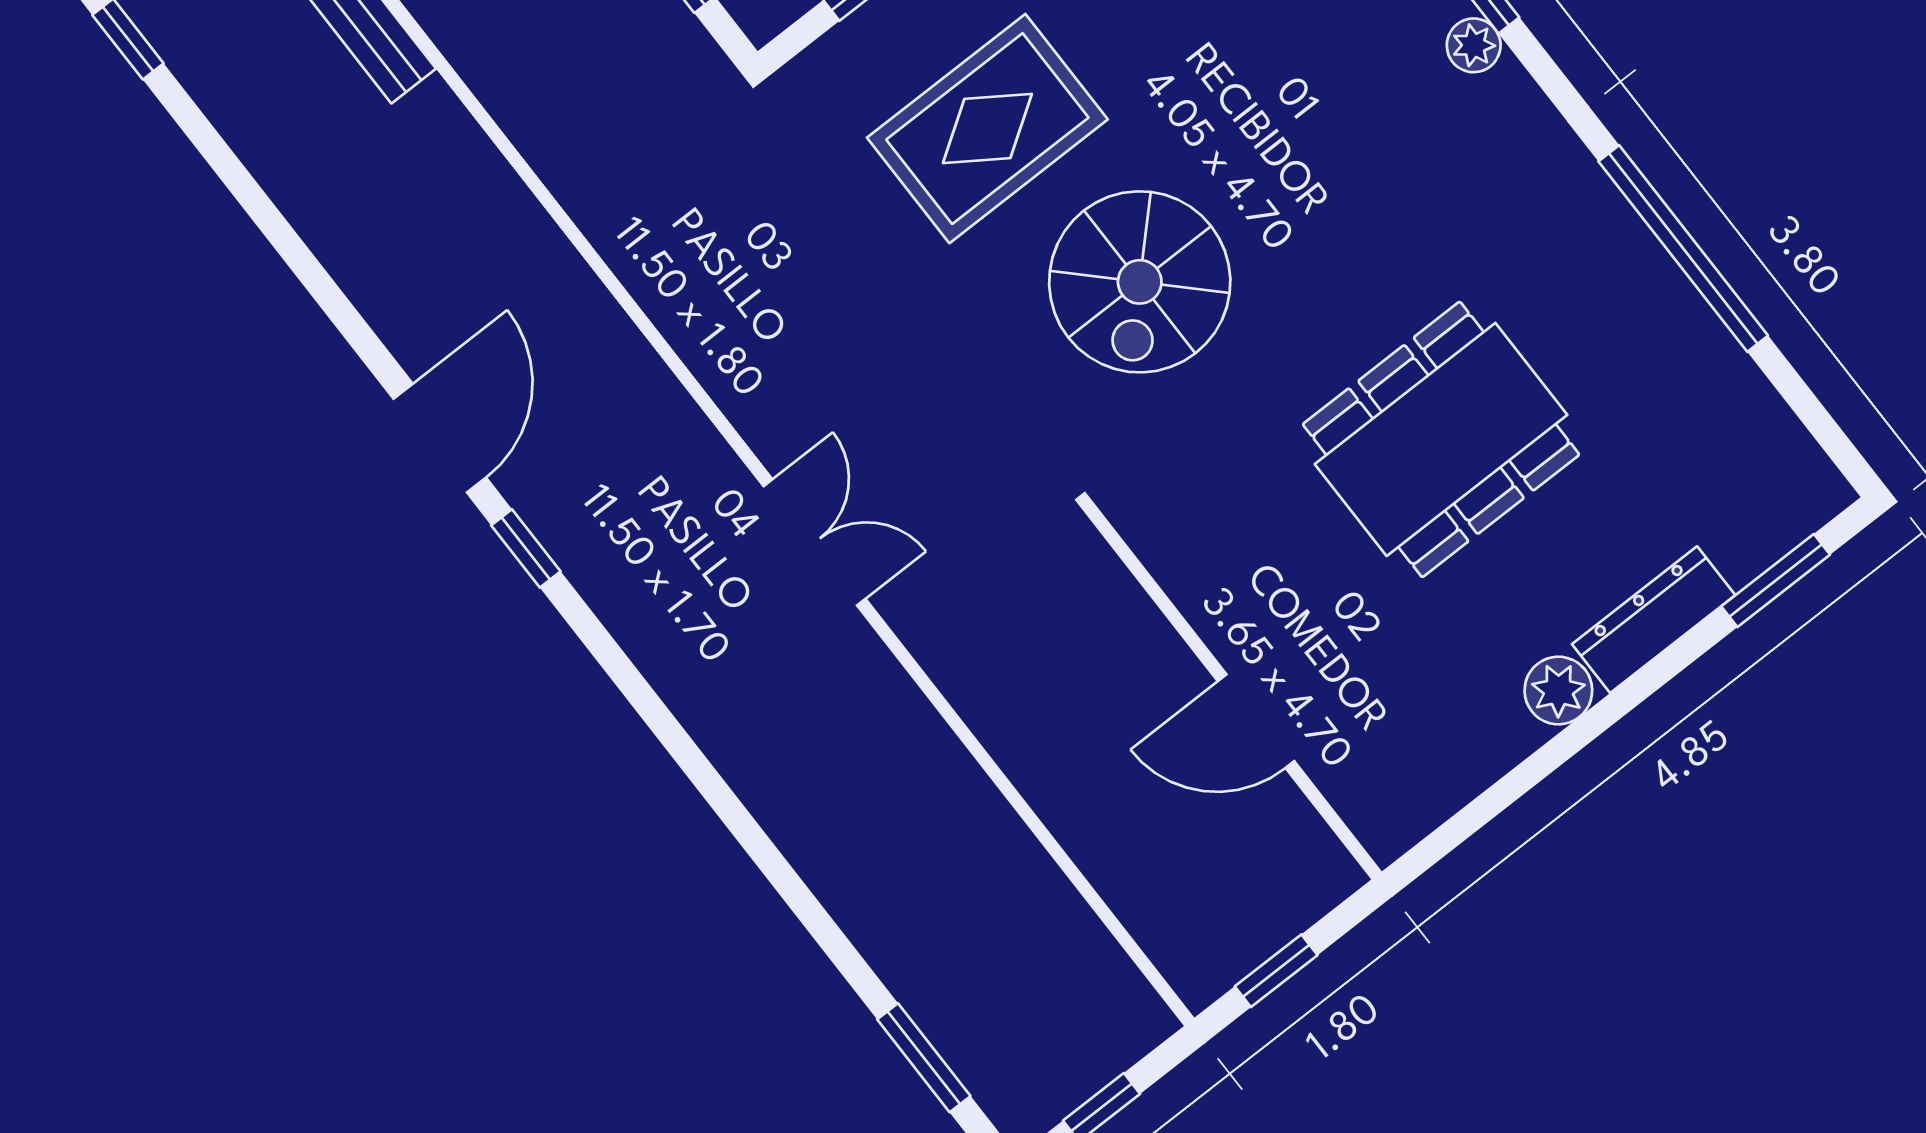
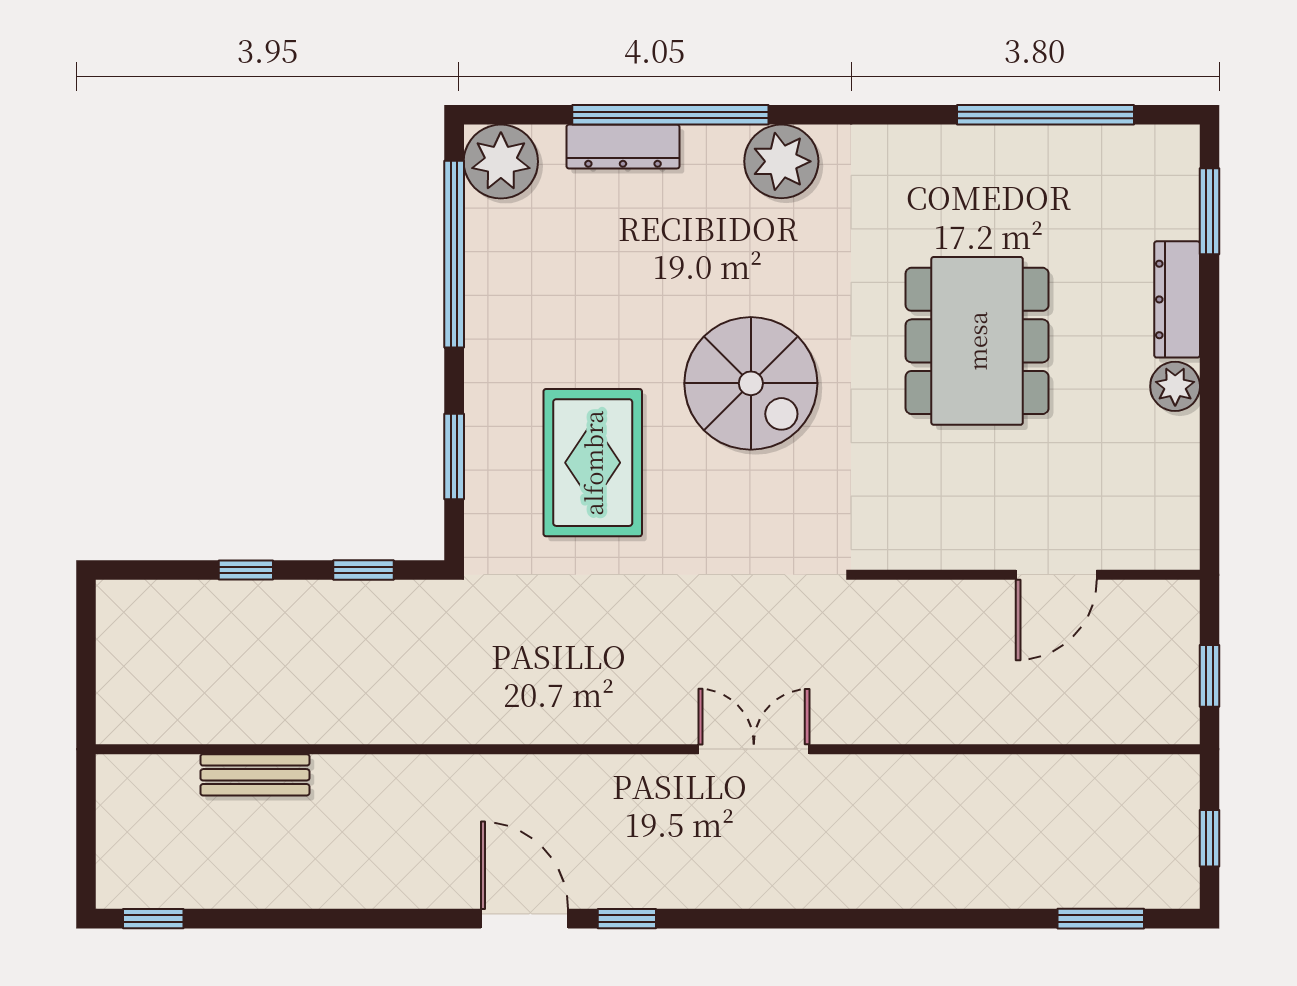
plant: (1474, 45) -> (781, 161), width x1.87, depth x1.87
window: (1683, 248) -> (1046, 115), moved
spiral stairs: (1140, 282) -> (751, 383), moved

